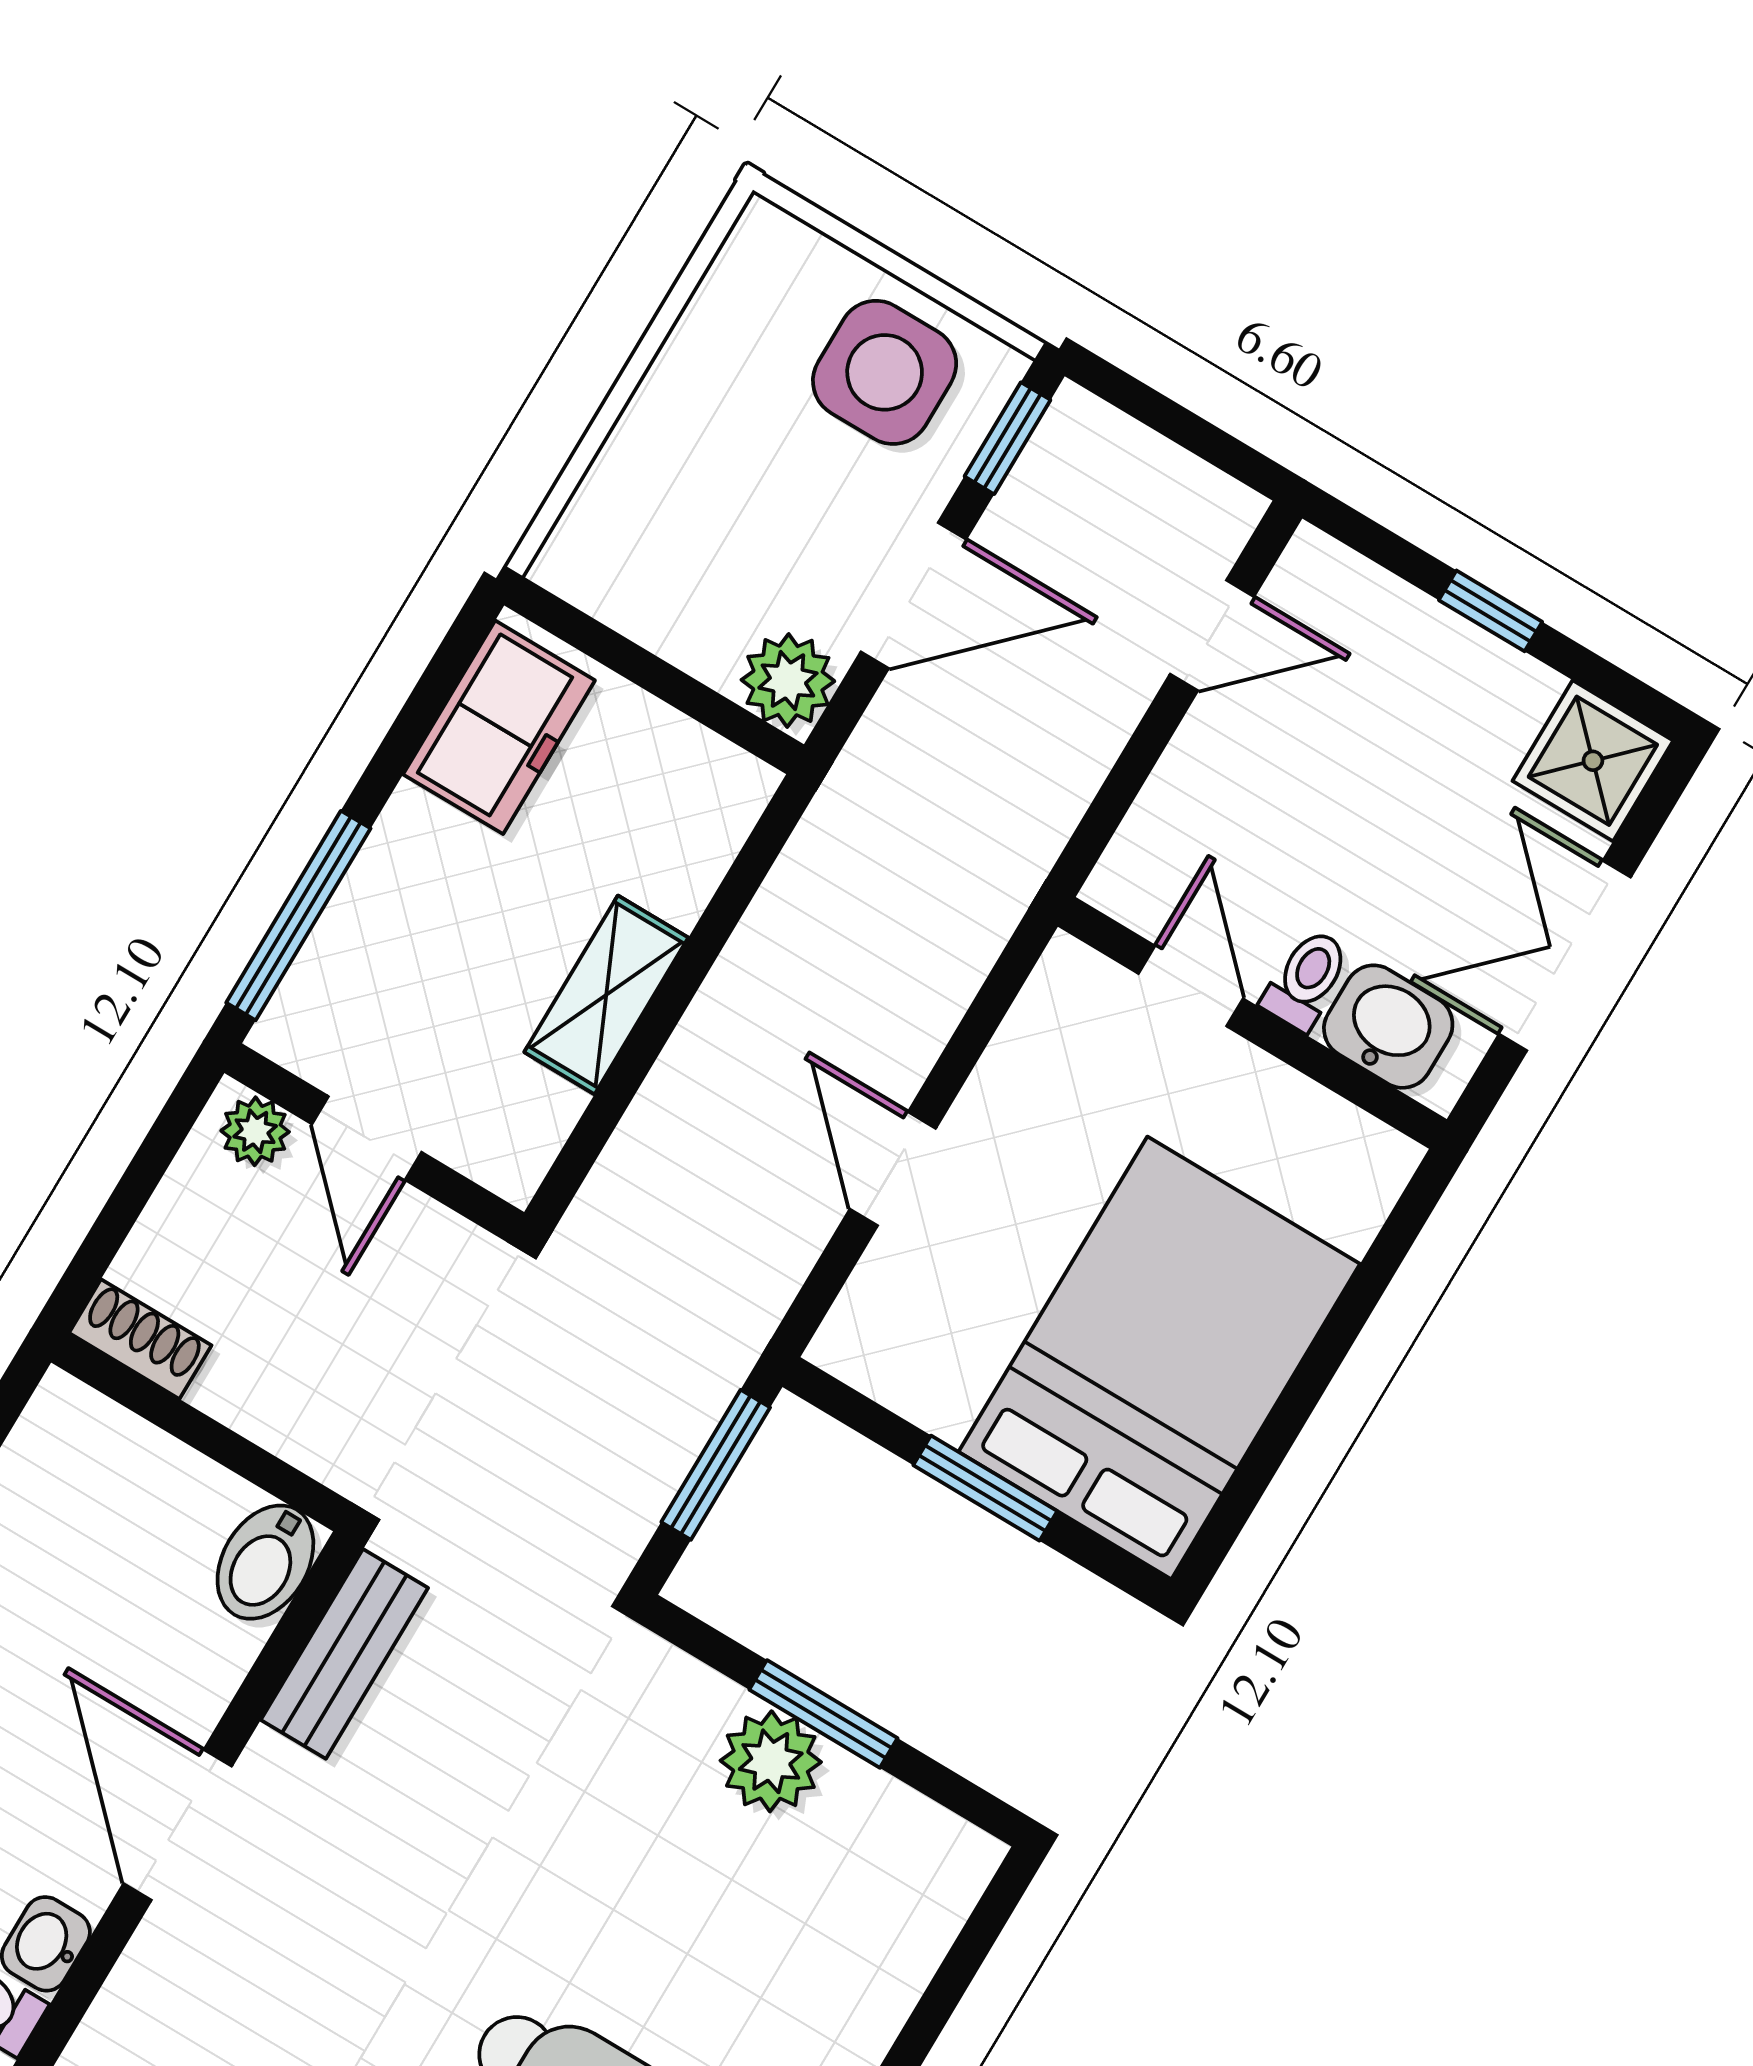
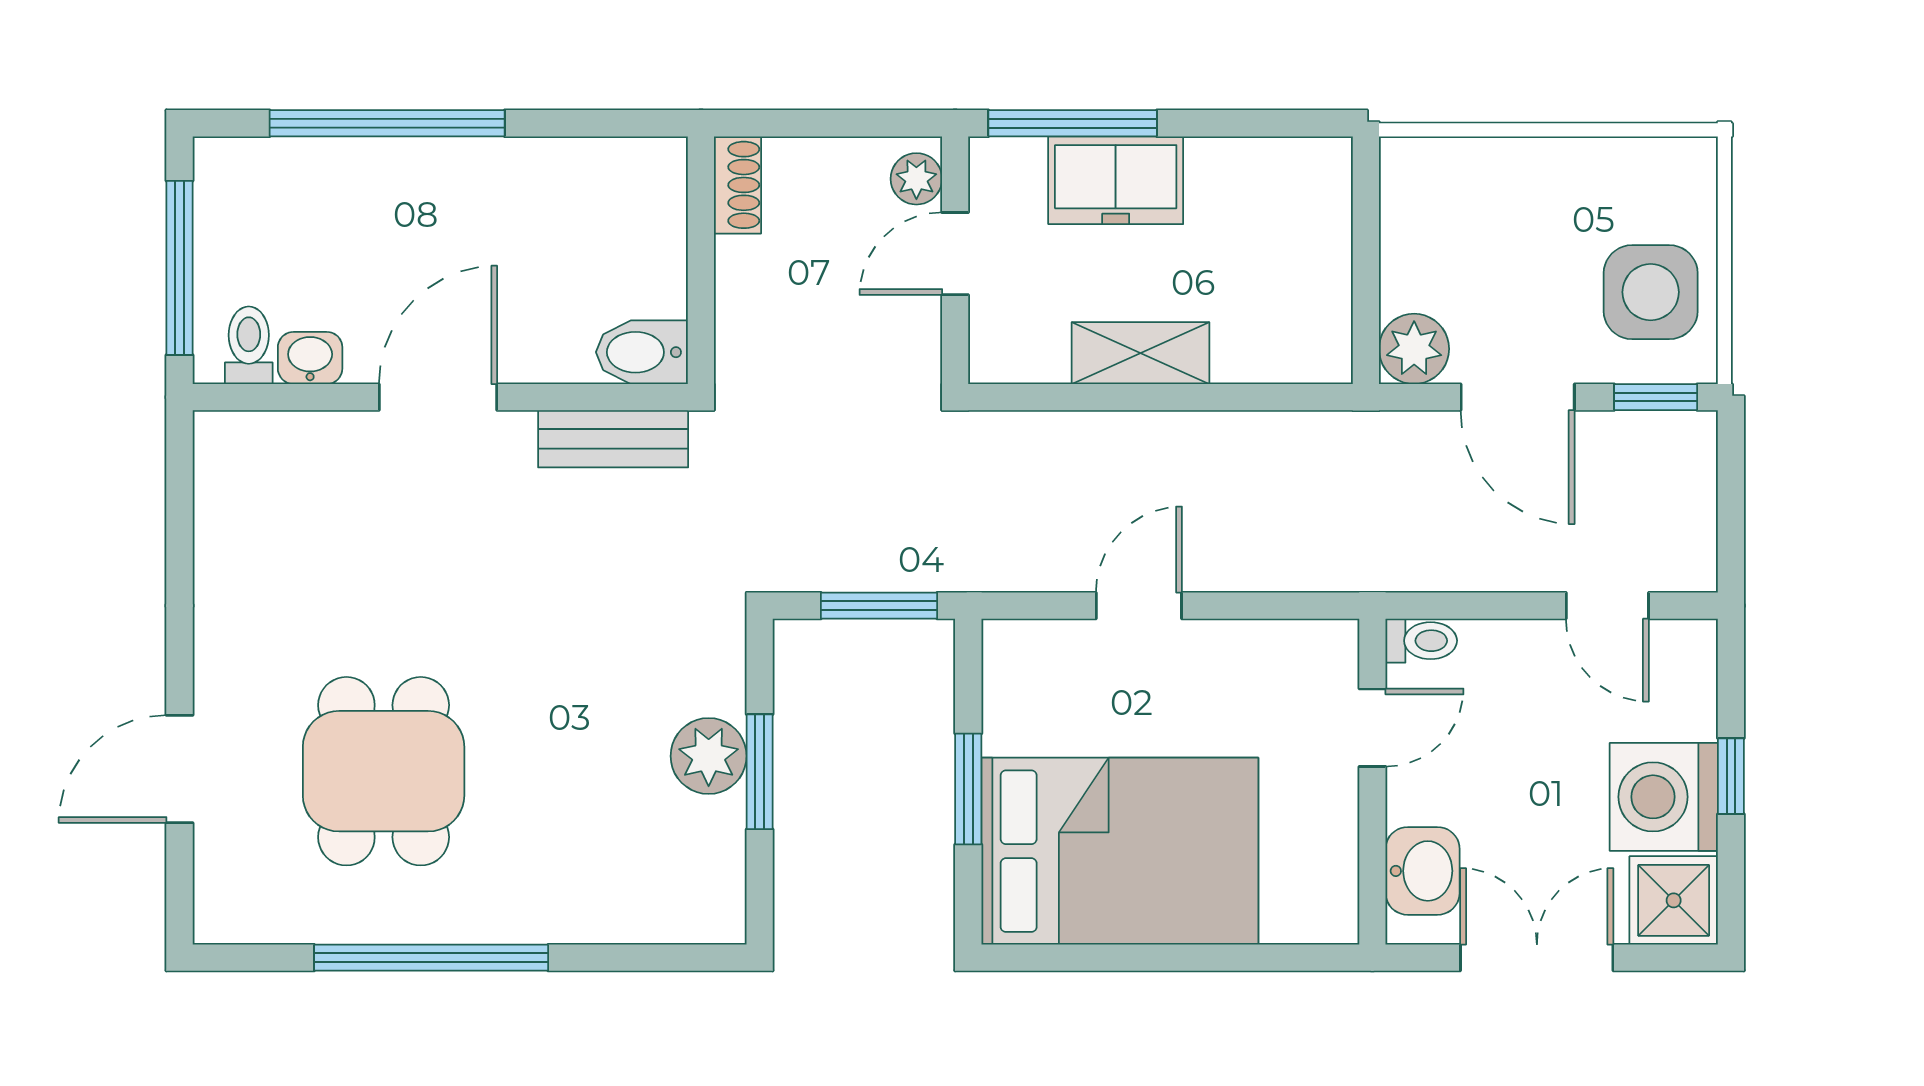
washing machine: (1468, 701) -> (1664, 797), added
freezer: (499, 727) -> (1116, 180), moved
toilet: (1306, 980) -> (1421, 641), moved

